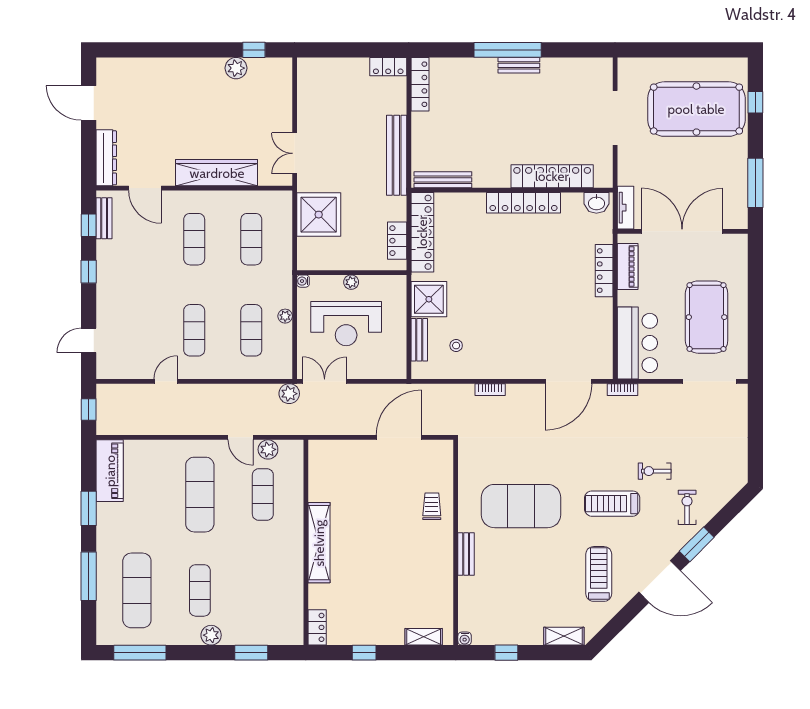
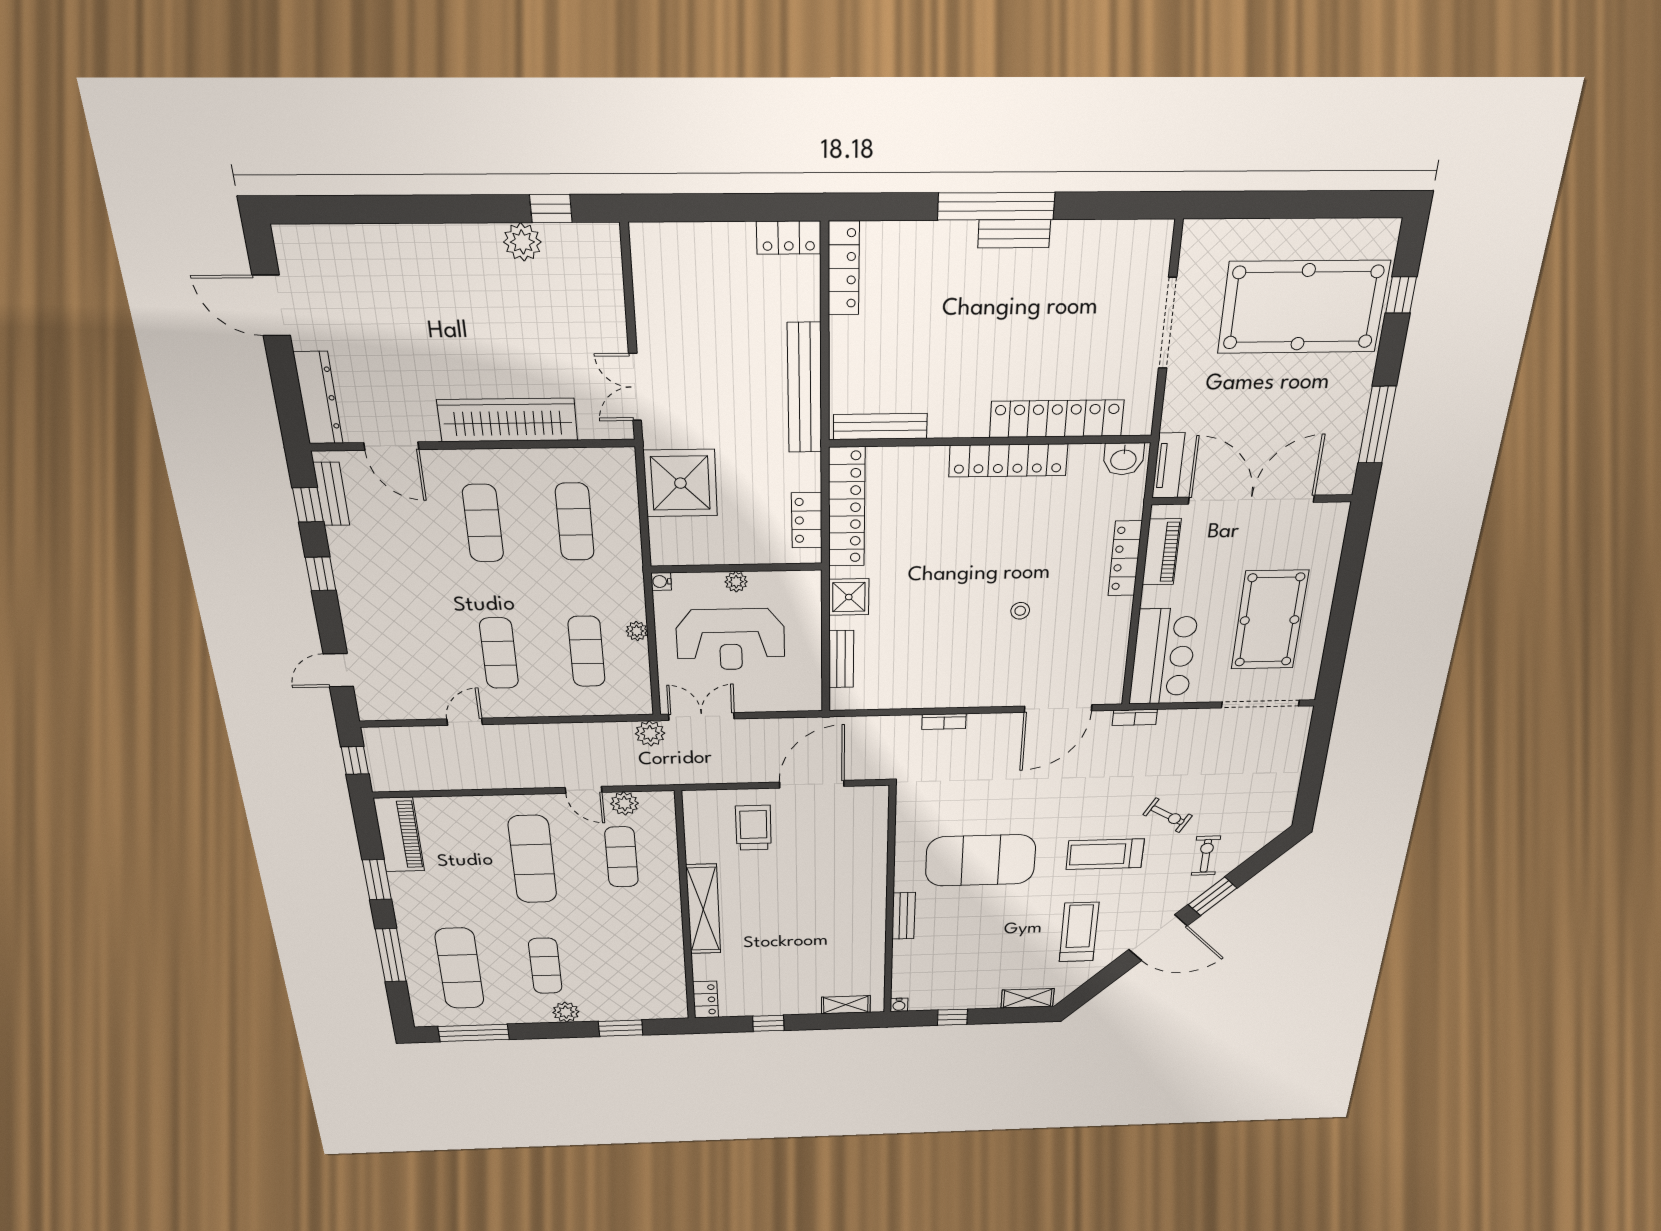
shower: (429, 299) -> (849, 597), width x0.73, depth x0.73
stool: (456, 346) -> (1020, 611), moved
exercise bike: (655, 471) -> (1168, 815), turned -150
trolley: (432, 506) -> (753, 828), moved, width x1.36, depth x1.39

